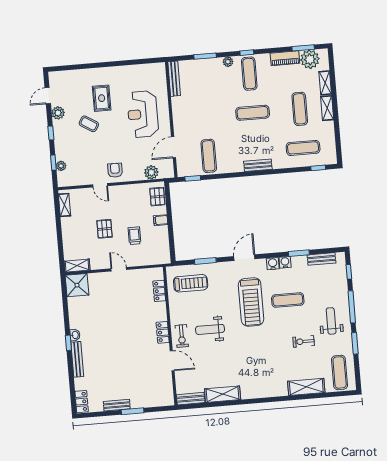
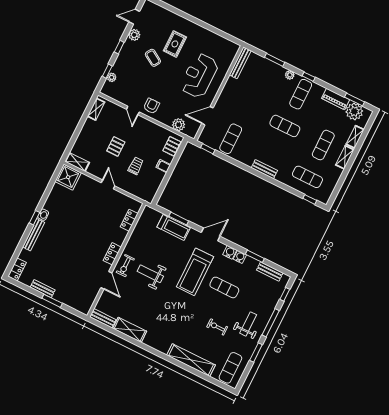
treadmill: (191, 283) -> (174, 228), moved
shelving: (306, 387) -> (191, 360), width x1.47

